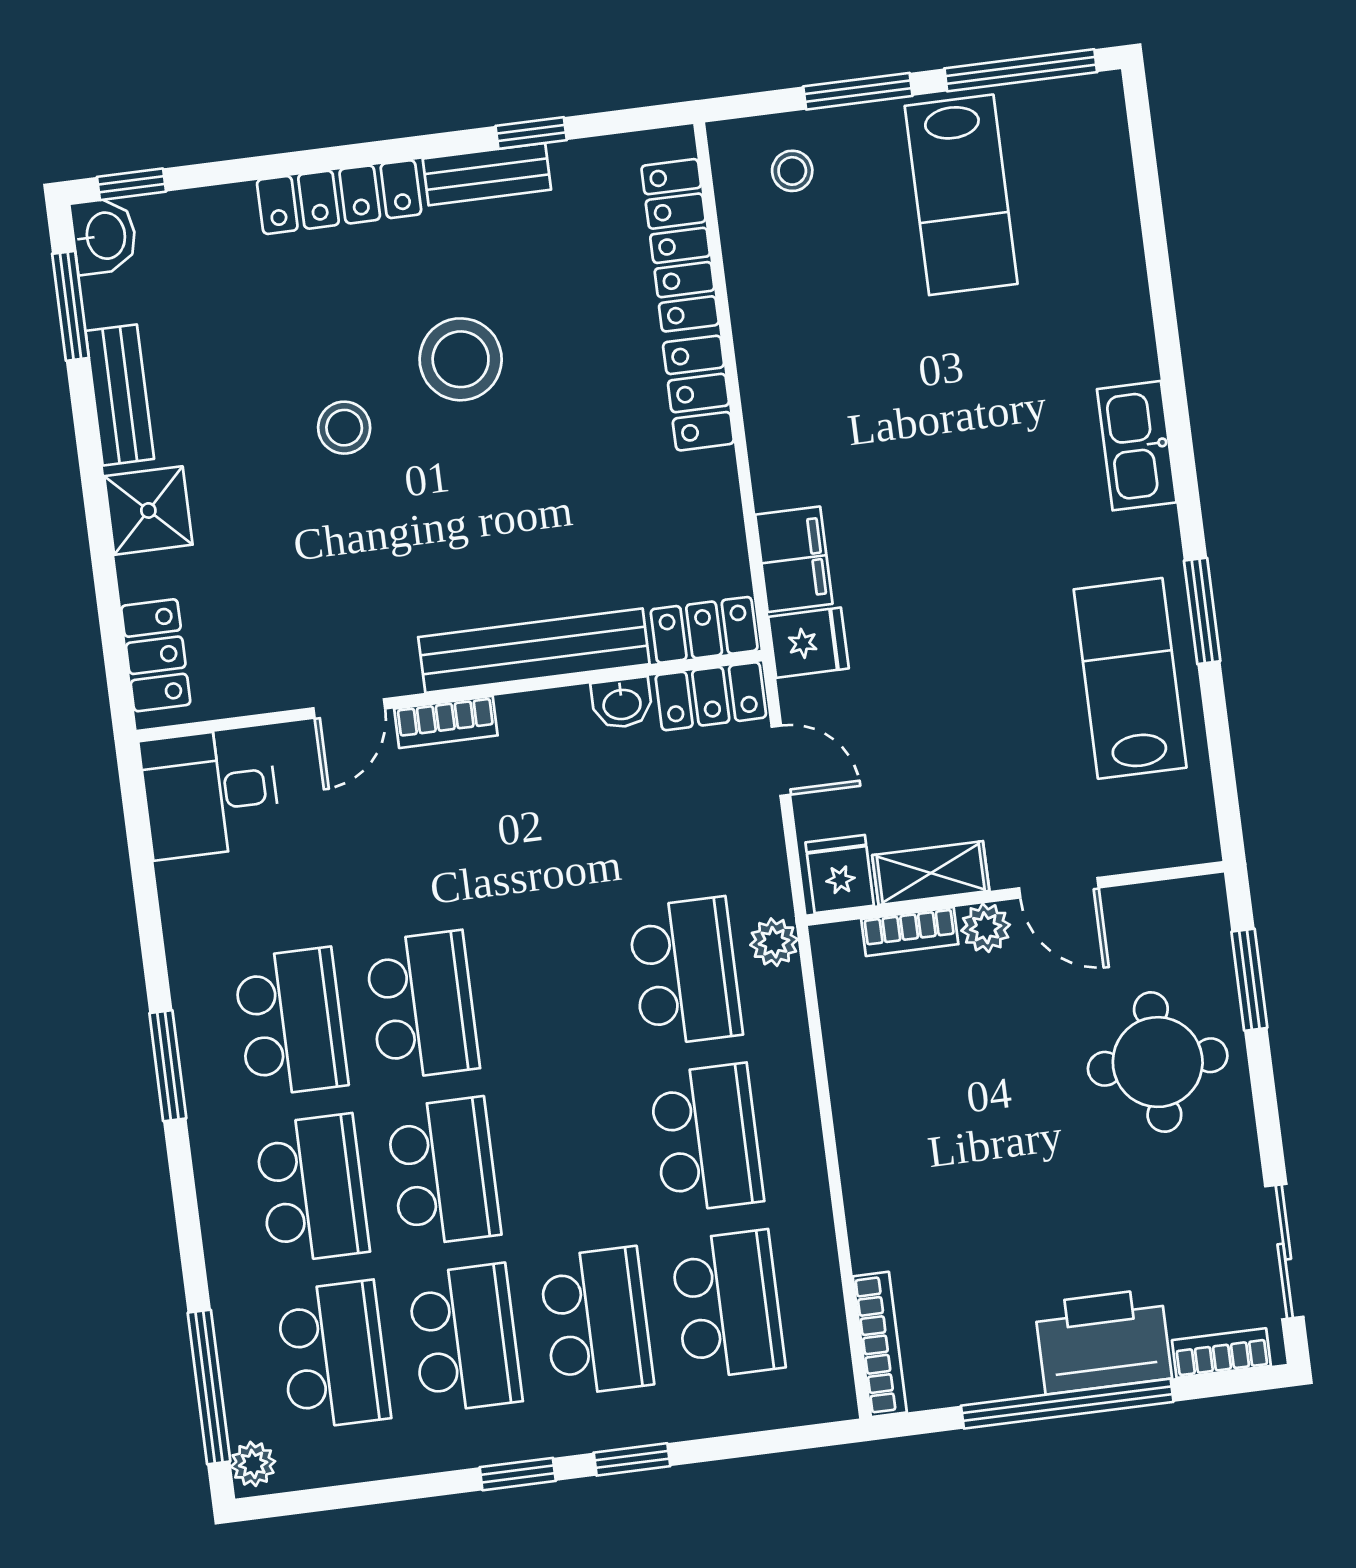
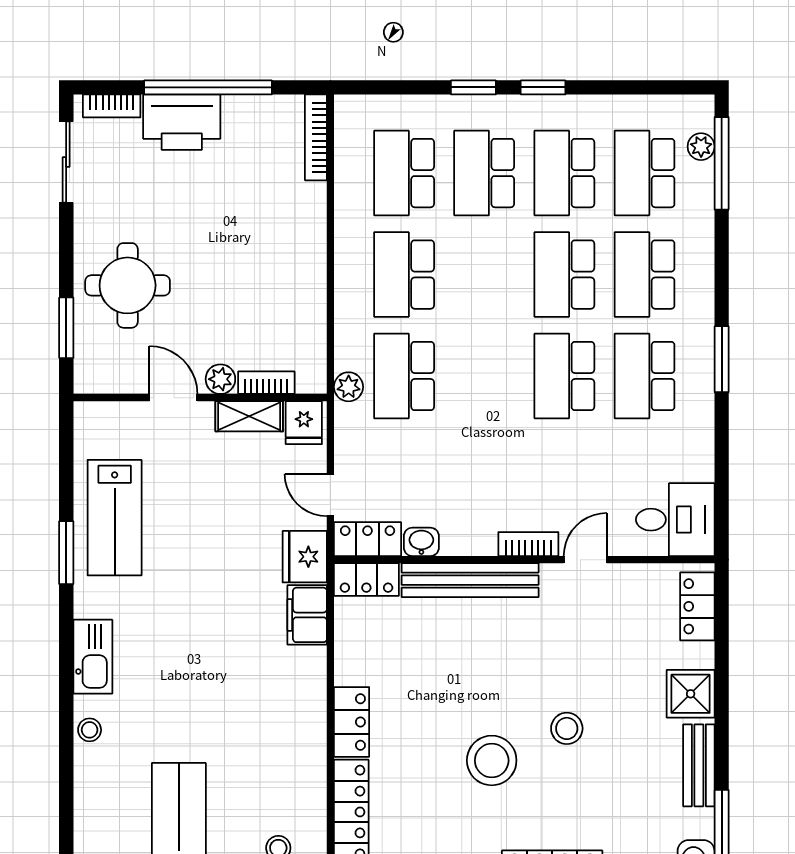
stool: (1127, 325) -> (90, 730), added
fridge: (809, 643) -> (305, 557), width x1.38
plant: (253, 1464) -> (701, 147), moved

